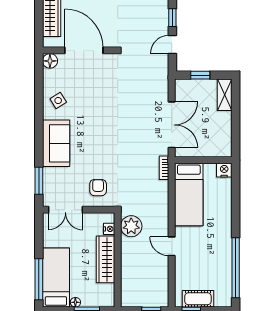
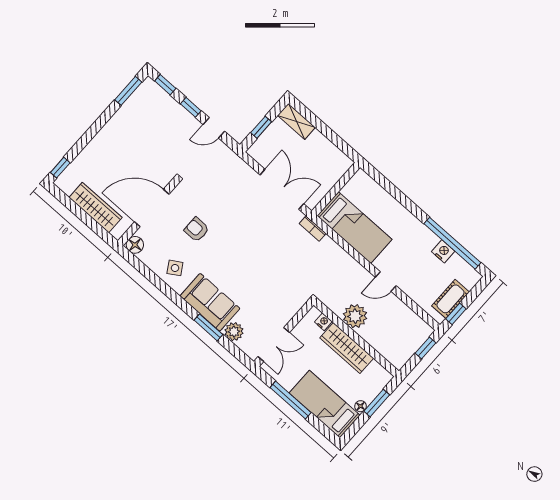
door: (172, 45) -> (214, 128), hinge flipped
nightstand: (224, 170) -> (443, 251), moved, turned 90
plant: (51, 176) -> (234, 332), added
window: (39, 181) -> (208, 327), moved
armchair: (98, 188) -> (197, 230), moved
plant: (131, 226) -> (355, 316), moved
window: (39, 279) -> (291, 400), moved

